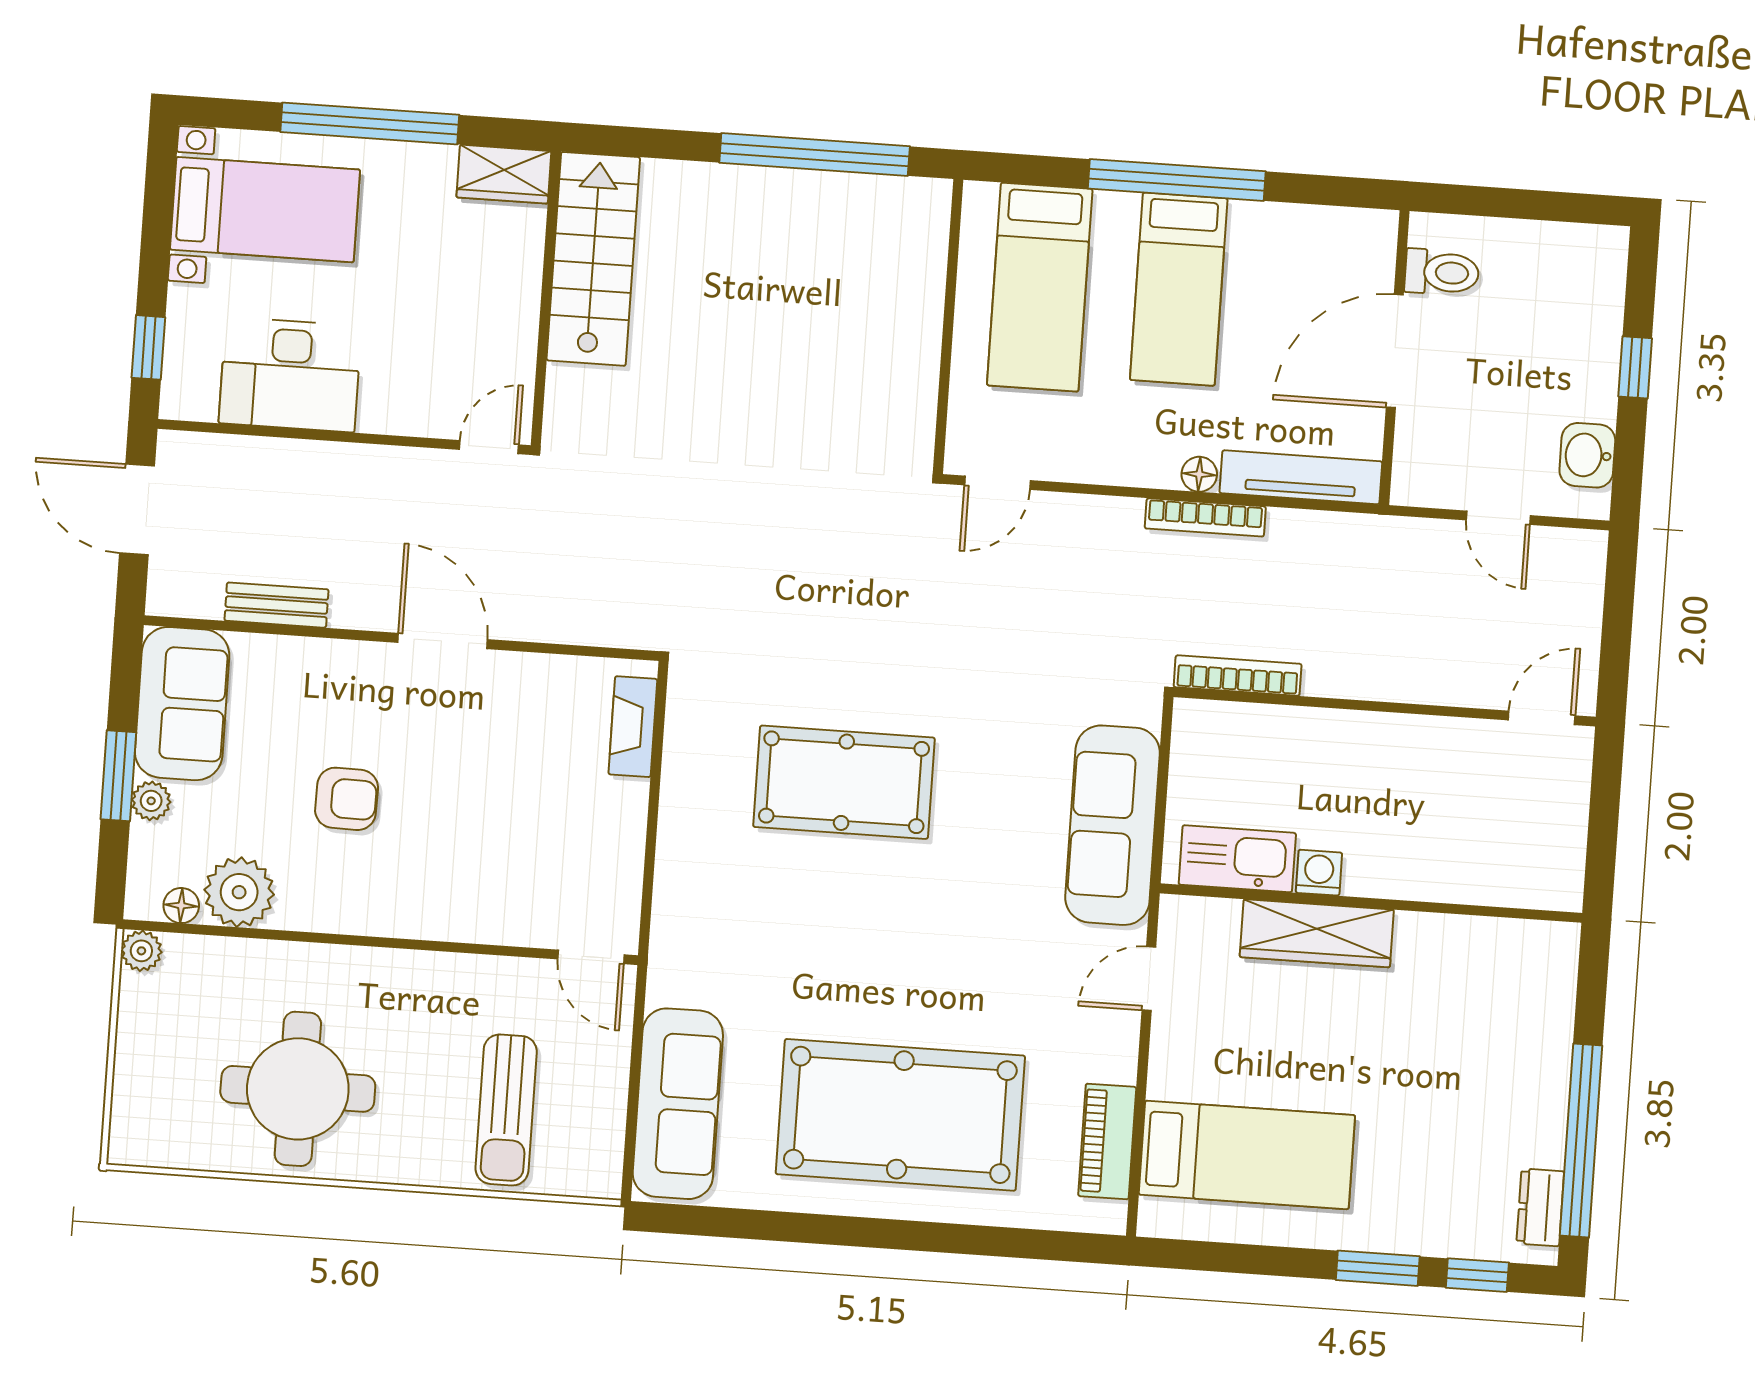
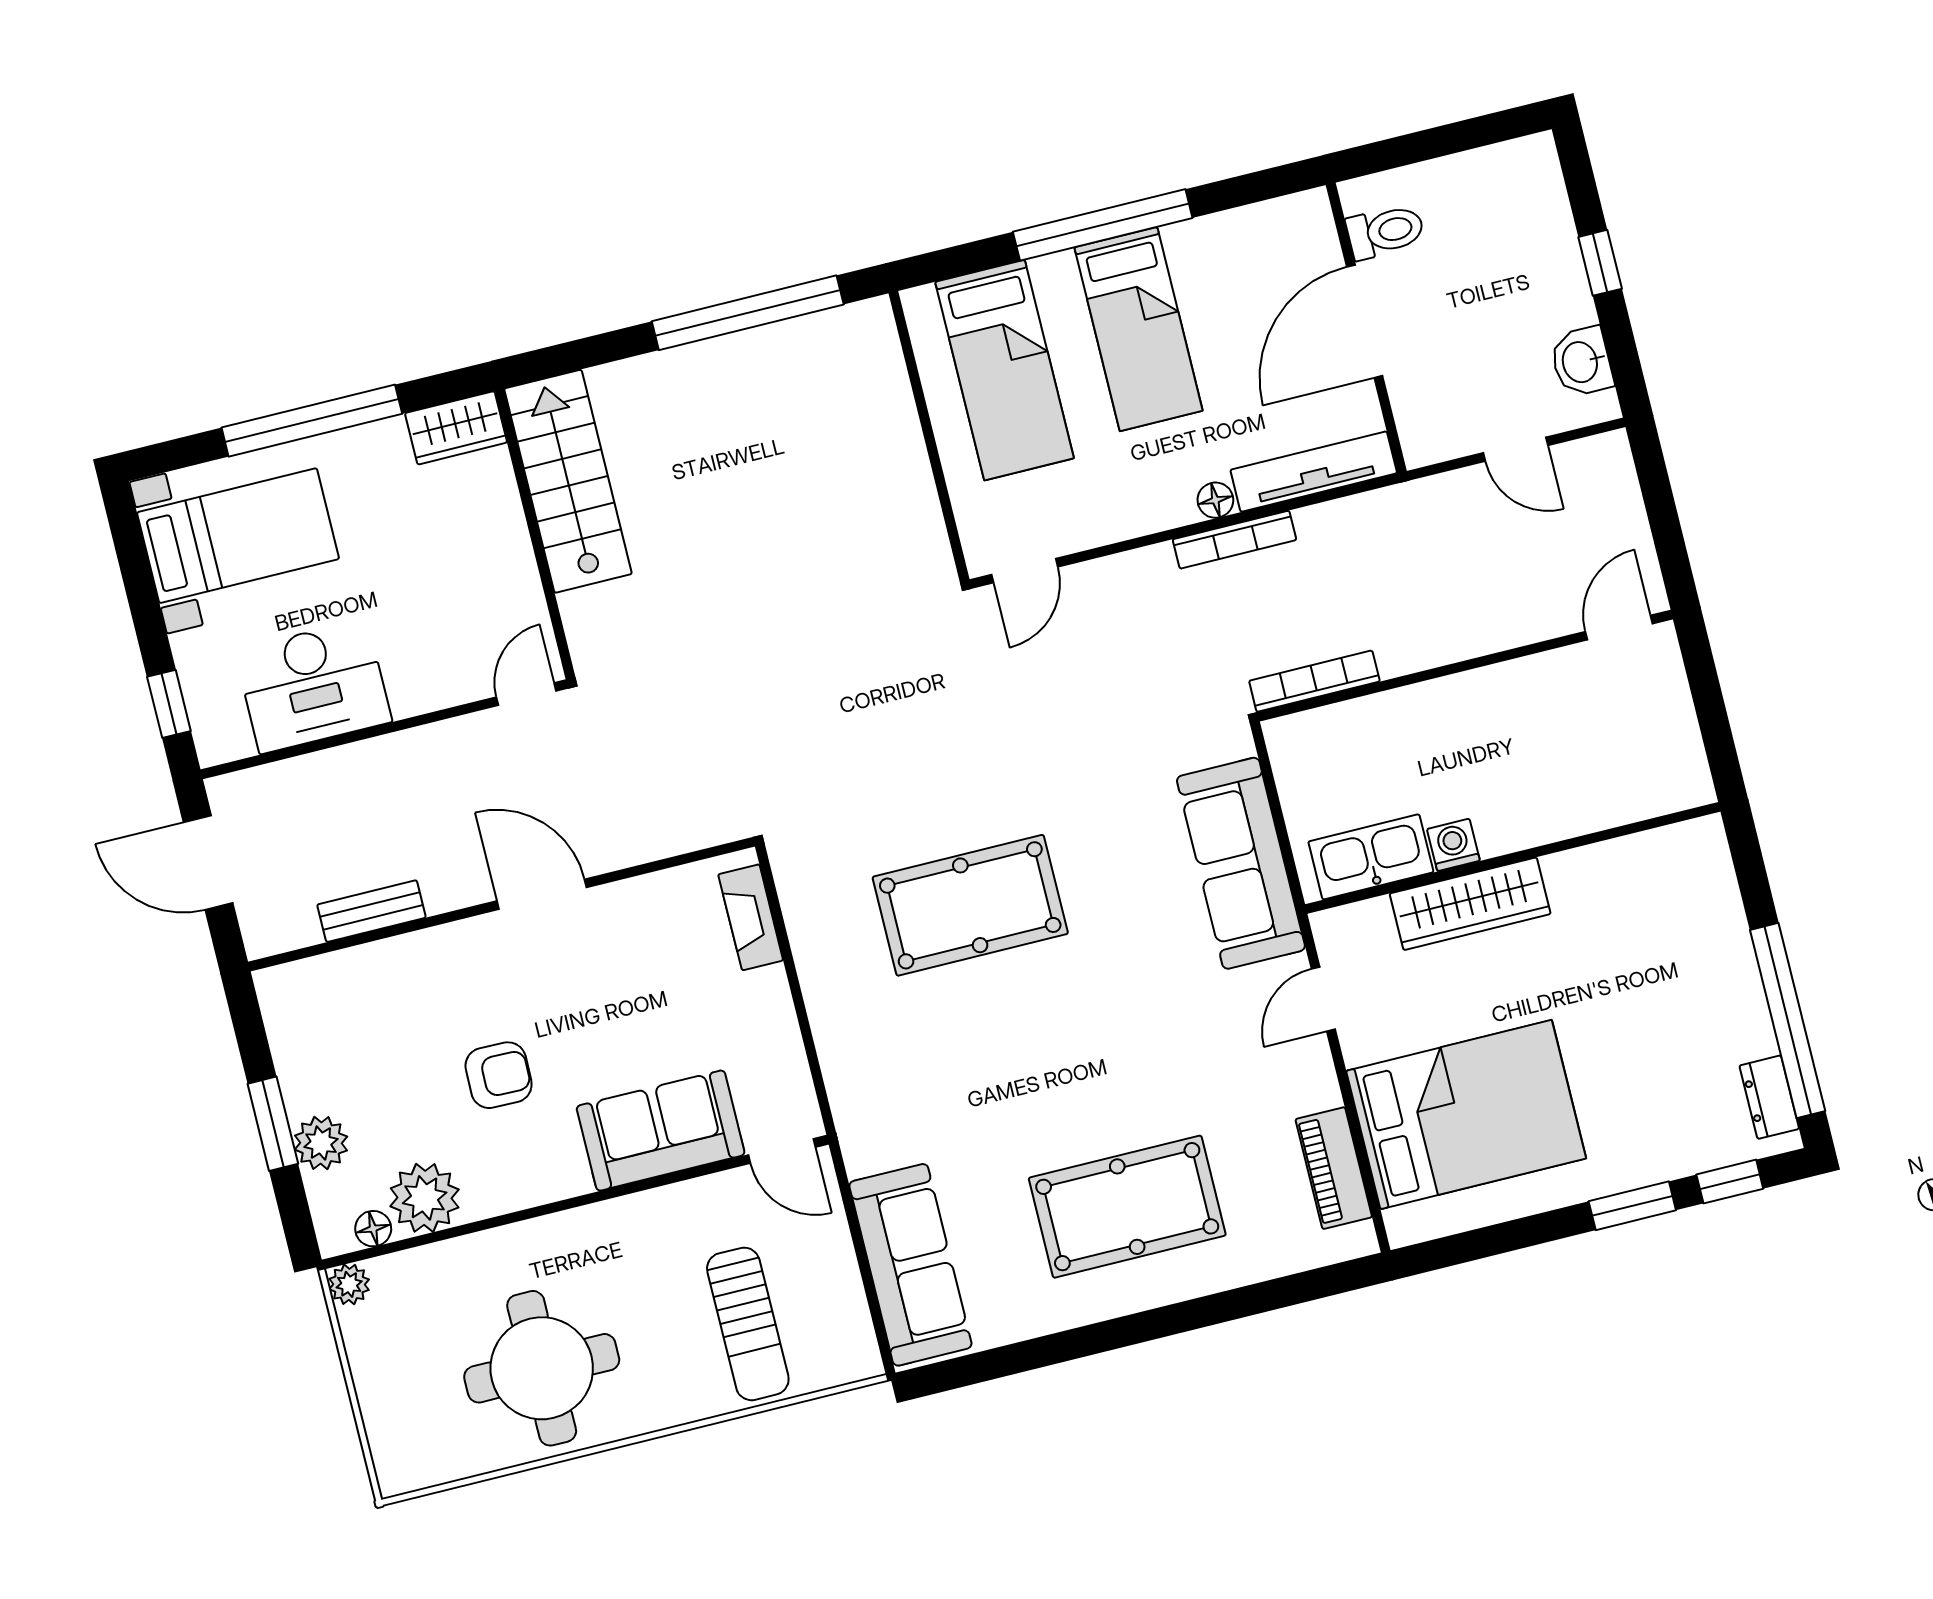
sofa: (182, 704) -> (661, 1131), moved, turned -90
plant: (151, 801) -> (321, 1143), width x1.38, depth x1.38
pool table: (900, 1115) -> (1127, 1207), width x0.73, depth x0.76
bed: (1247, 1155) -> (1466, 1115), width x1.50

